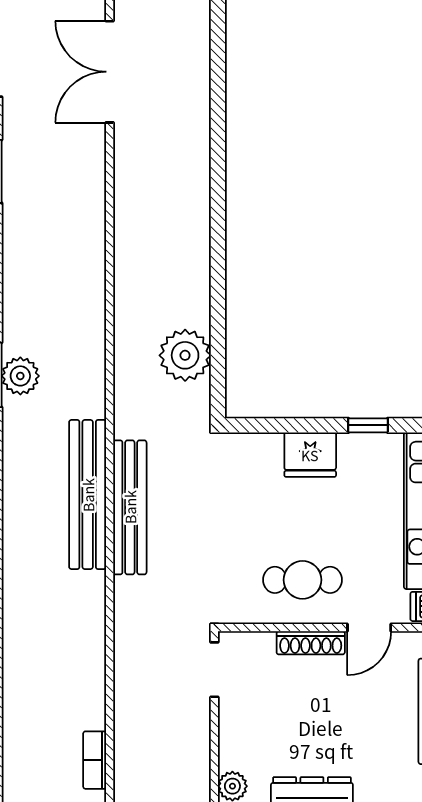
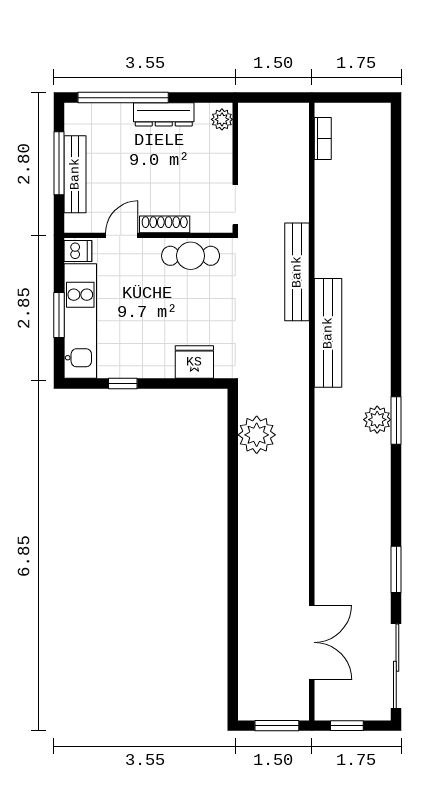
fridge: (310, 455) -> (194, 362), moved
bench: (130, 507) -> (297, 272), moved
cafe table: (302, 580) -> (191, 256), moved

